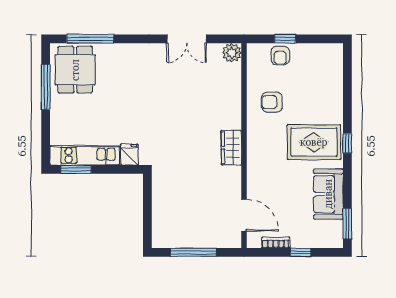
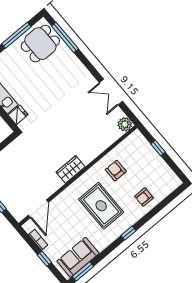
armchair: (280, 56) -> (144, 197), moved
rug: (314, 142) -> (101, 206), moved
sofa: (328, 194) -> (78, 257), moved

